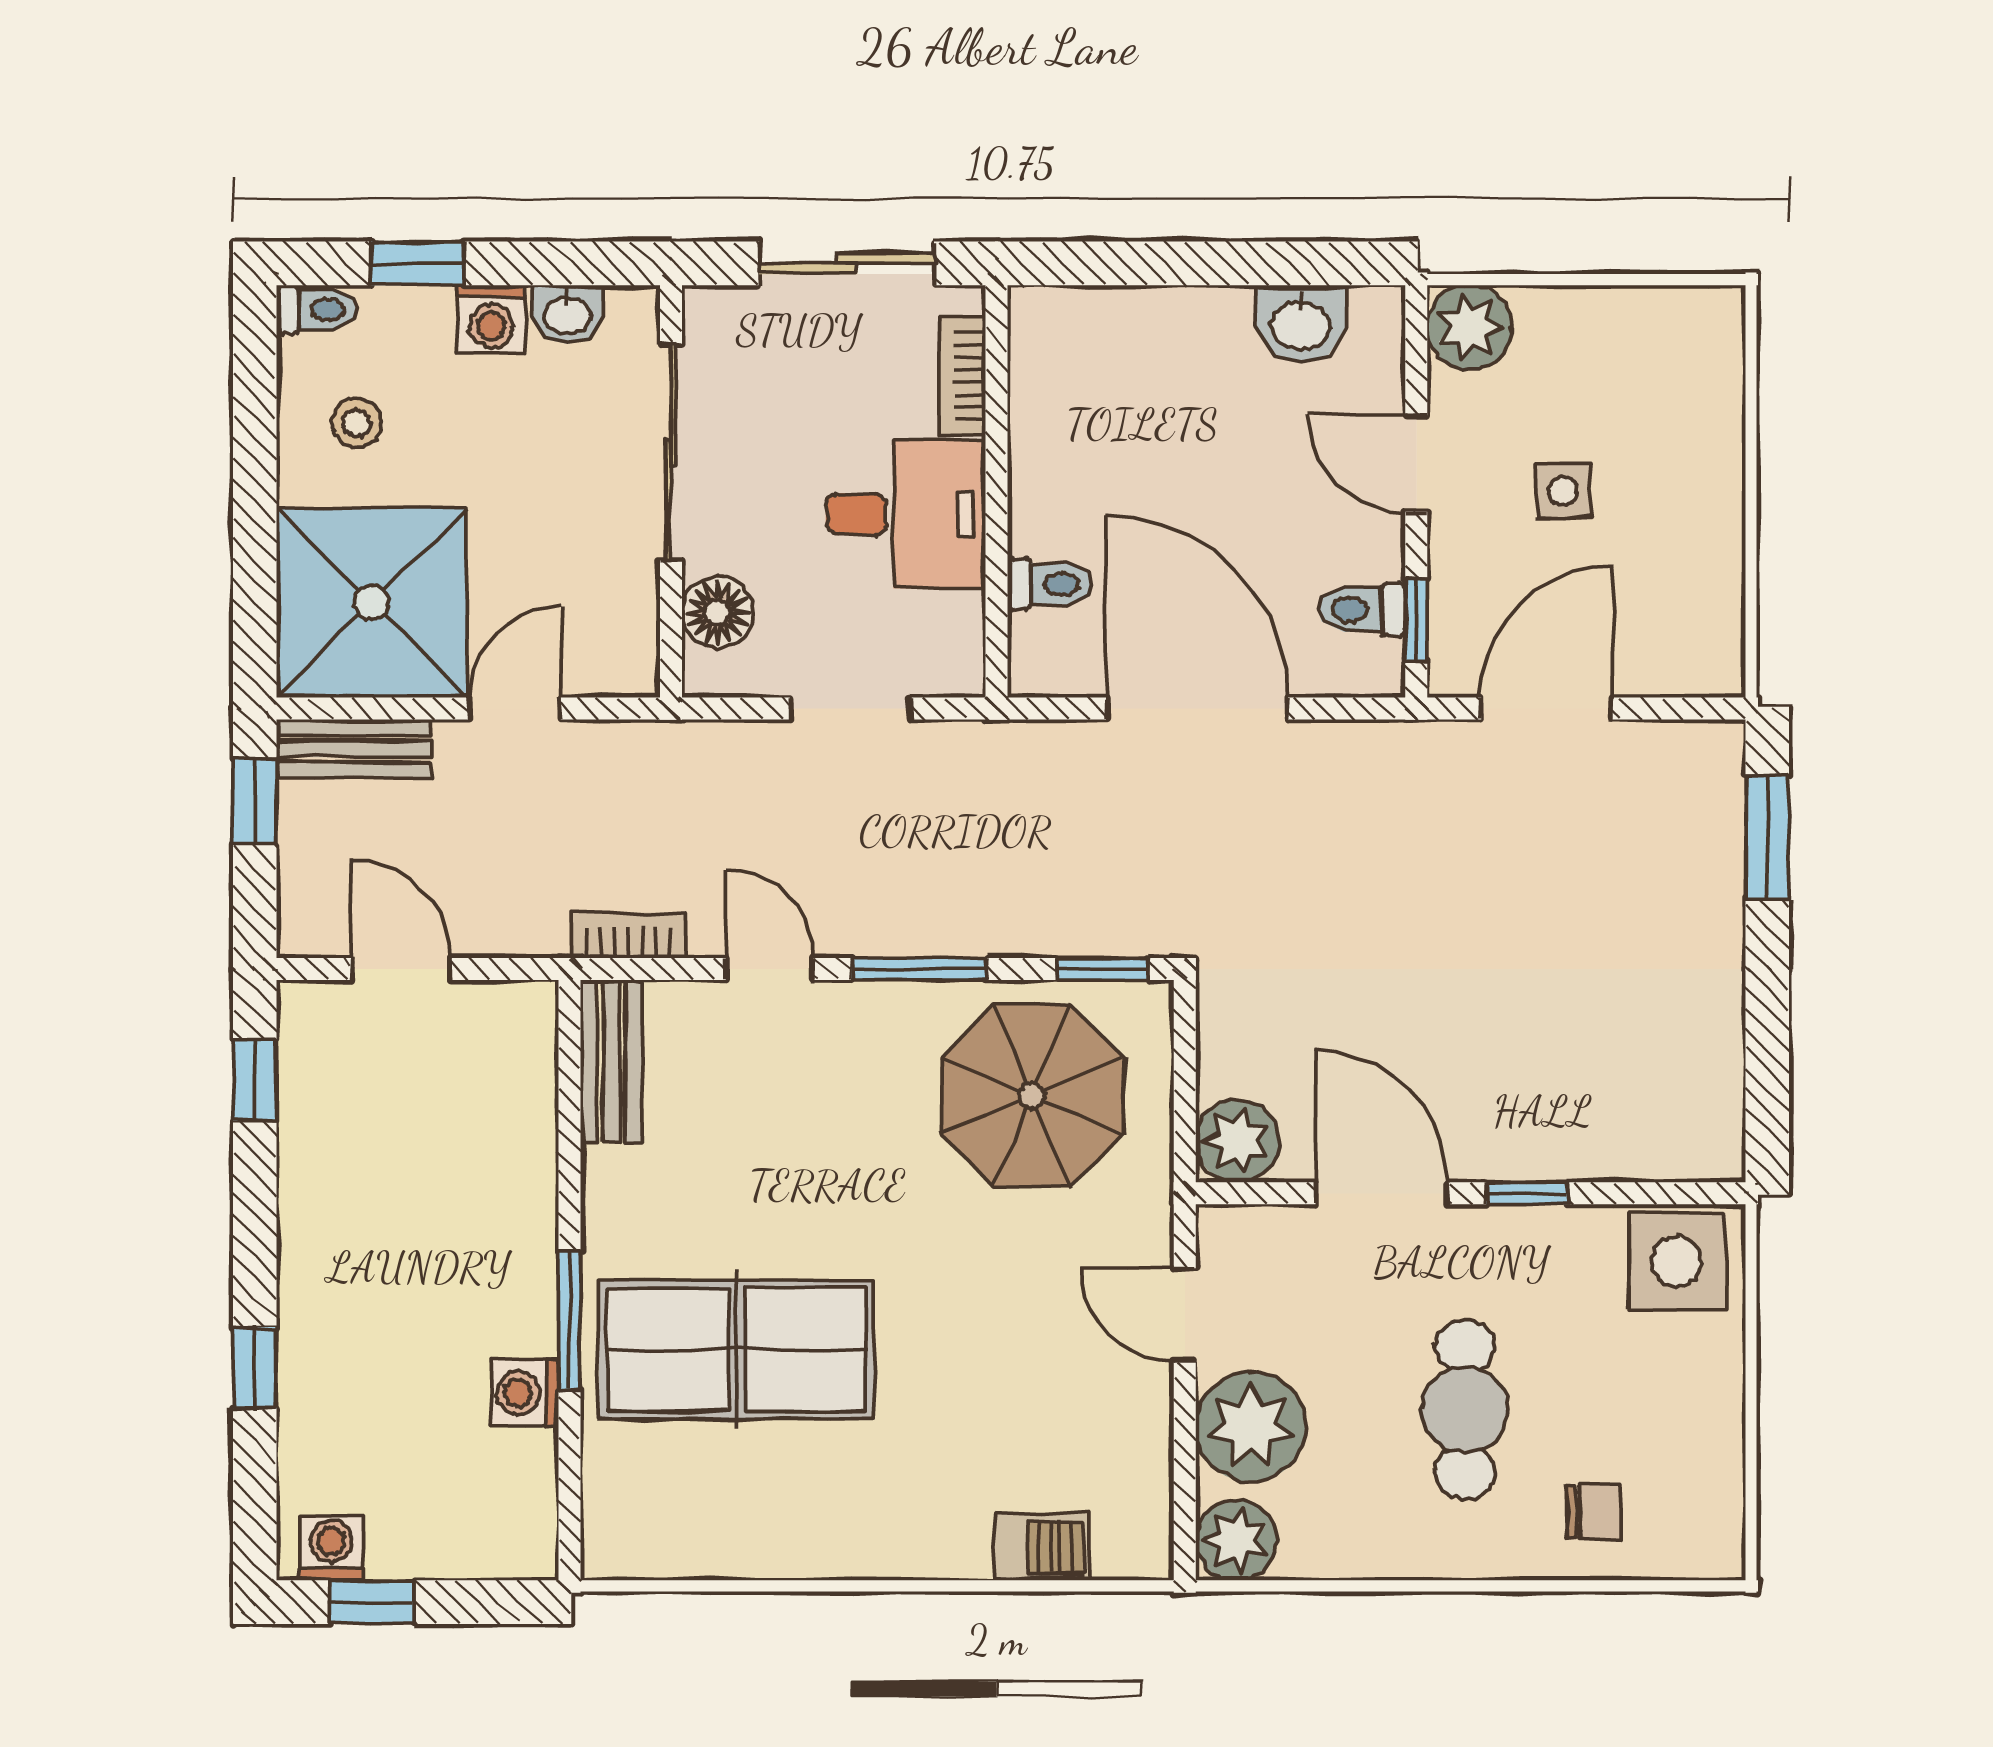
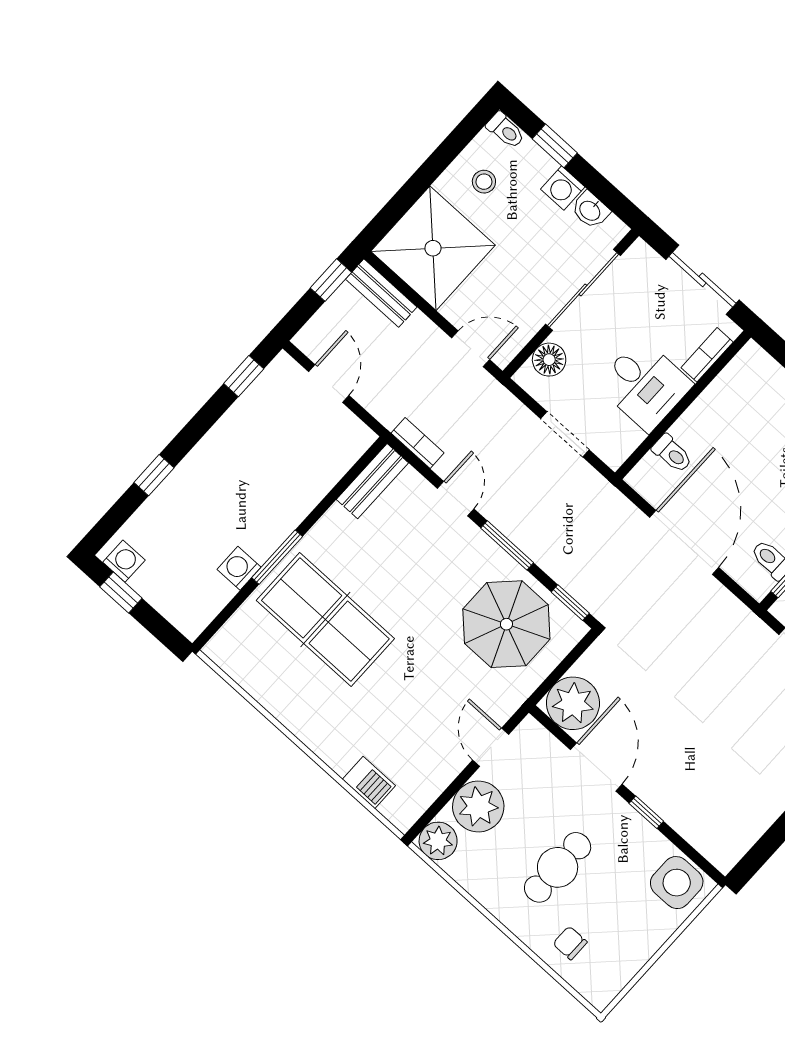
door: (515, 708) -> (471, 349), moved
plant: (1237, 1141) -> (573, 703), width x1.36, depth x1.36
chair: (1594, 1512) -> (570, 943), turned 180

